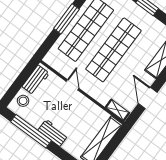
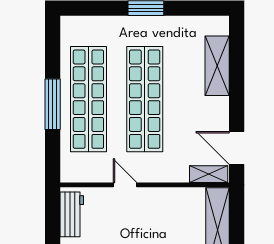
door: (148, 98) -> (237, 148), moved

